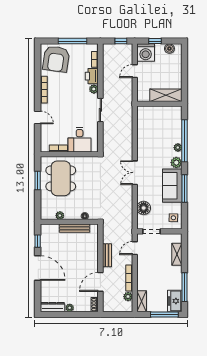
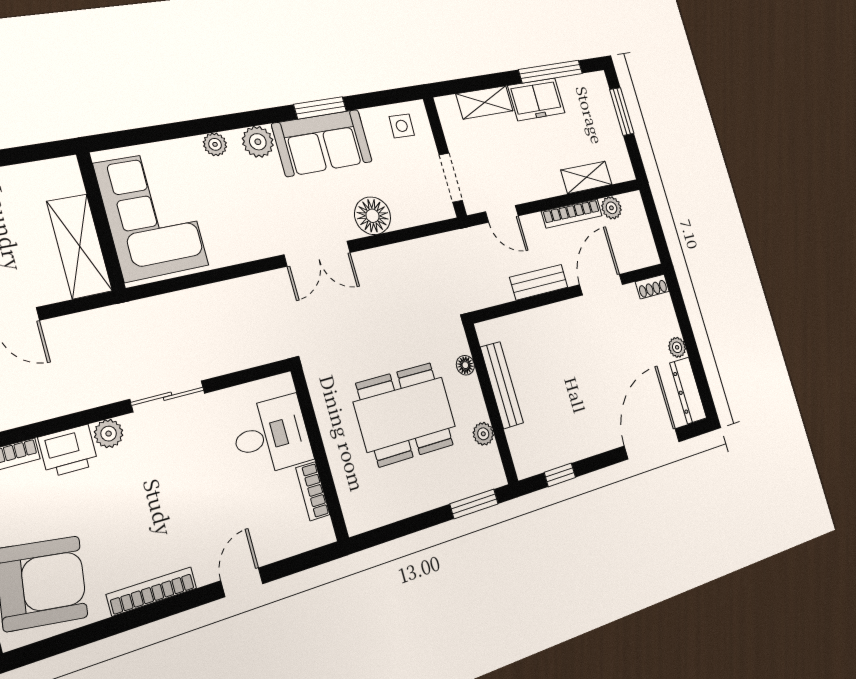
shelving: (166, 95) -> (80, 246), moved
corner sofa: (158, 120) -> (151, 215), added
window: (185, 141) -> (191, 128), removed
dining table: (61, 178) -> (405, 414), moved
window: (38, 181) -> (474, 504), moved
window: (185, 189) -> (320, 108), width x0.69
floor lamp: (144, 208) -> (373, 216), moved
door: (38, 268) -> (652, 444), moved
door: (100, 282) -> (601, 285), swing flipped
shelving: (142, 301) -> (586, 177), moved
freezer: (175, 301) -> (536, 99), moved
window: (164, 315) -> (622, 112), width x0.69

